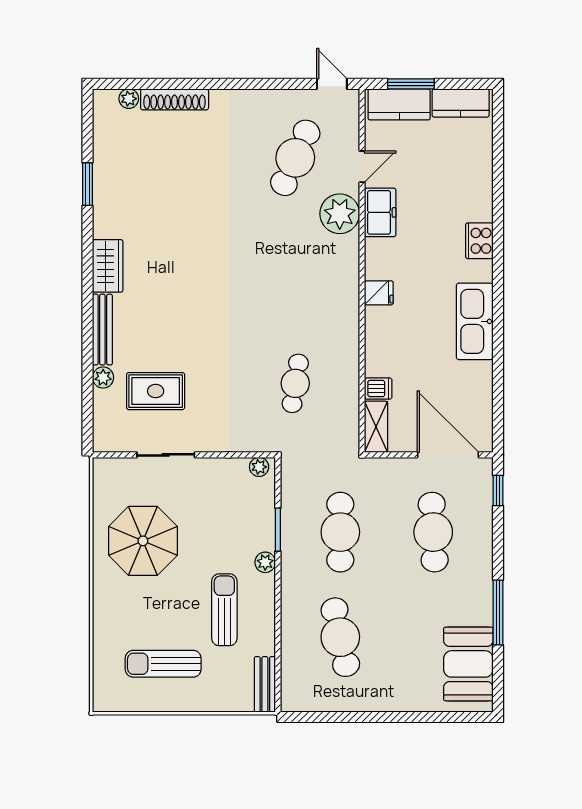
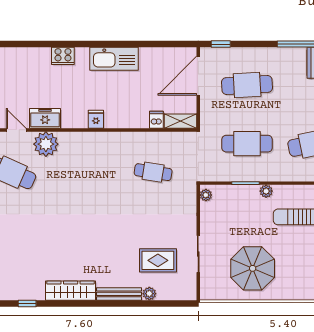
window: (88, 184) -> (27, 303), width x0.67
wardrobe: (108, 266) -> (71, 291), width x1.50
rug: (156, 391) -> (158, 260), turned 90

